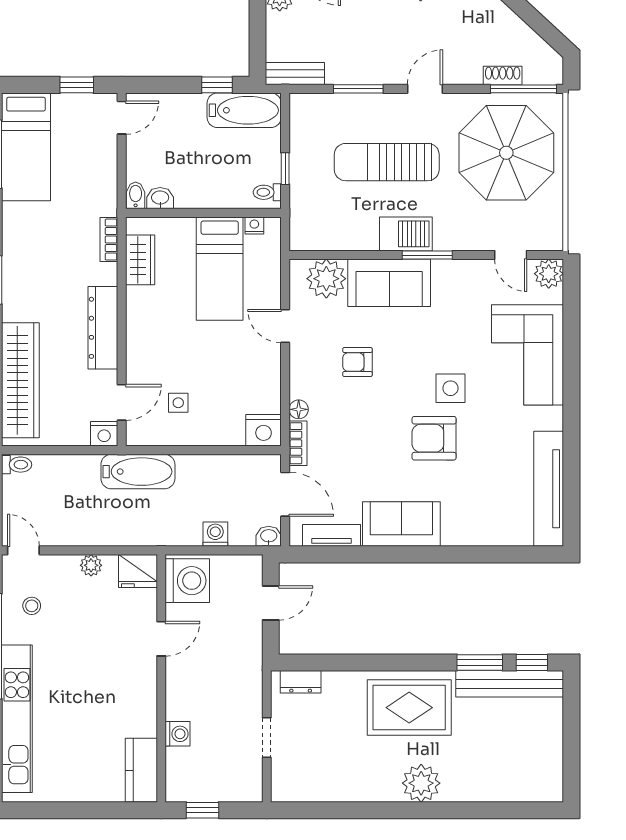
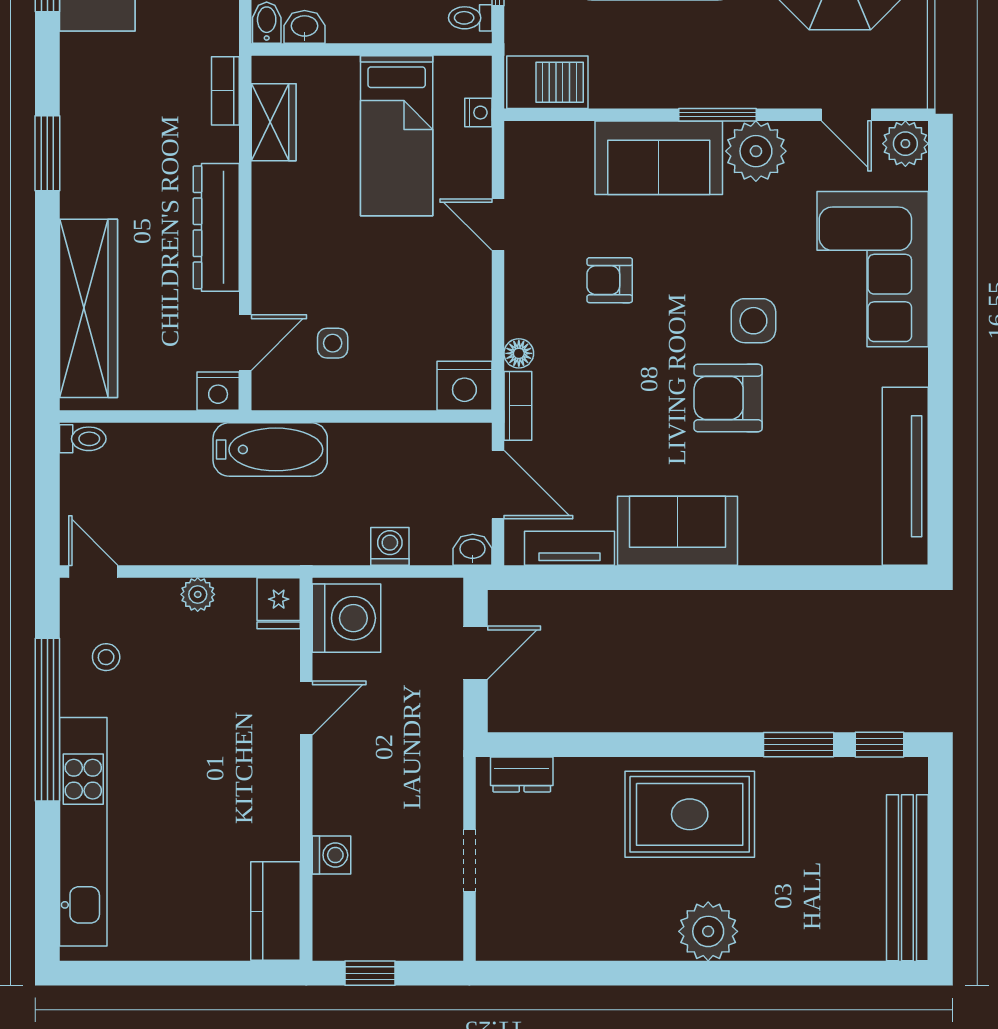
nightstand: (254, 226) -> (478, 113), moved, turned 90
barbecue: (406, 234) -> (547, 82), moved
plant: (326, 279) -> (756, 151), moved
fridge: (138, 571) -> (279, 603), width x0.72
bench: (510, 684) -> (907, 878), moved, turned 90

